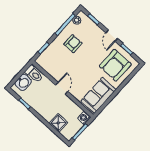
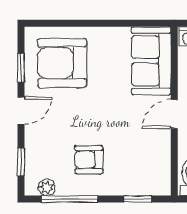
armchair: (115, 65) -> (62, 63), turned 180
sofa: (99, 95) -> (151, 61), moved, turned 90

